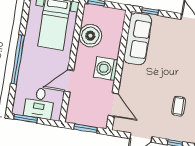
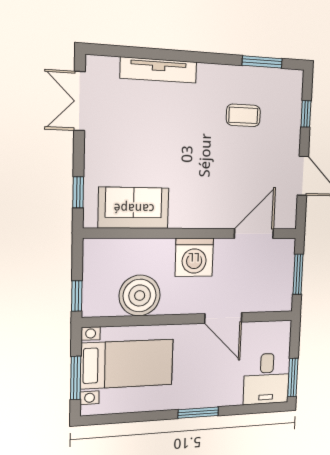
sofa: (138, 39) -> (134, 208), width x0.73
window: (18, 59) -> (198, 413), width x0.47
desk: (39, 103) -> (267, 379), moved, turned 90

